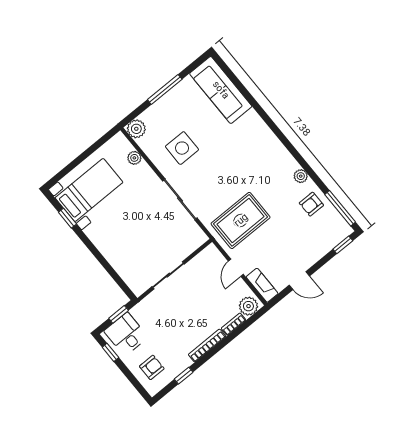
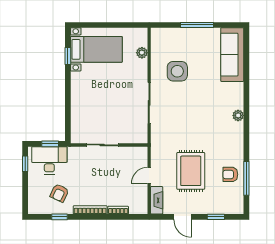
plant: (136, 129) -> (158, 35), removed
plant: (301, 176) -> (238, 115), moved
window: (340, 208) -> (246, 178), moved
rug: (241, 220) -> (191, 171), moved, turned 90
window: (343, 245) -> (216, 217), moved
plant: (248, 306) -> (137, 206), removed
desk: (126, 334) -> (49, 160), width x1.37
armchair: (152, 367) -> (59, 193), moved, turned 115

